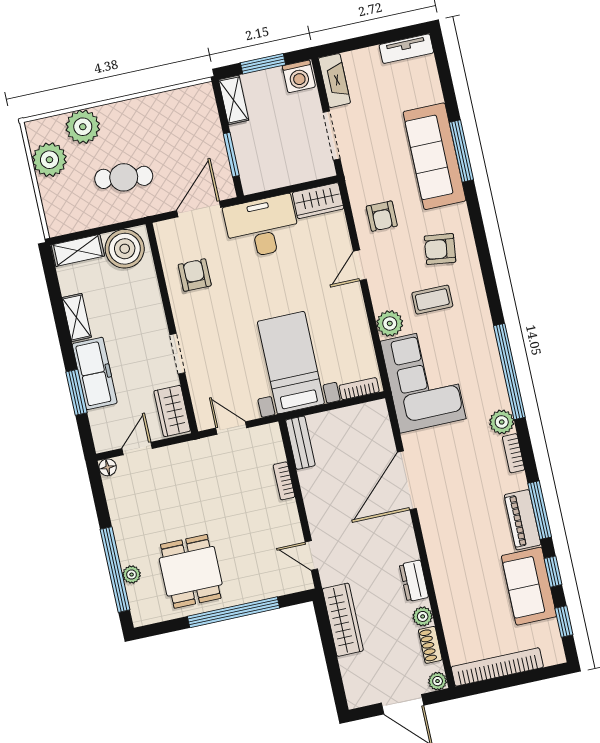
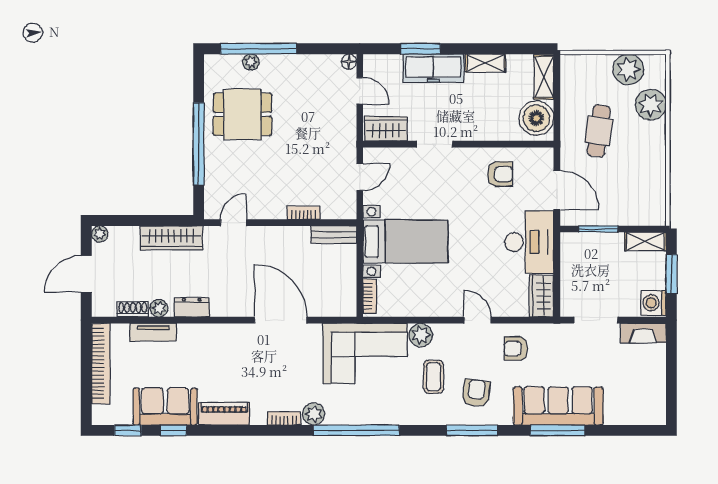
tv unit: (406, 49) -> (153, 332), moved, turned -90
window: (540, 510) -> (472, 430), moved
plant: (438, 681) -> (100, 234), moved

